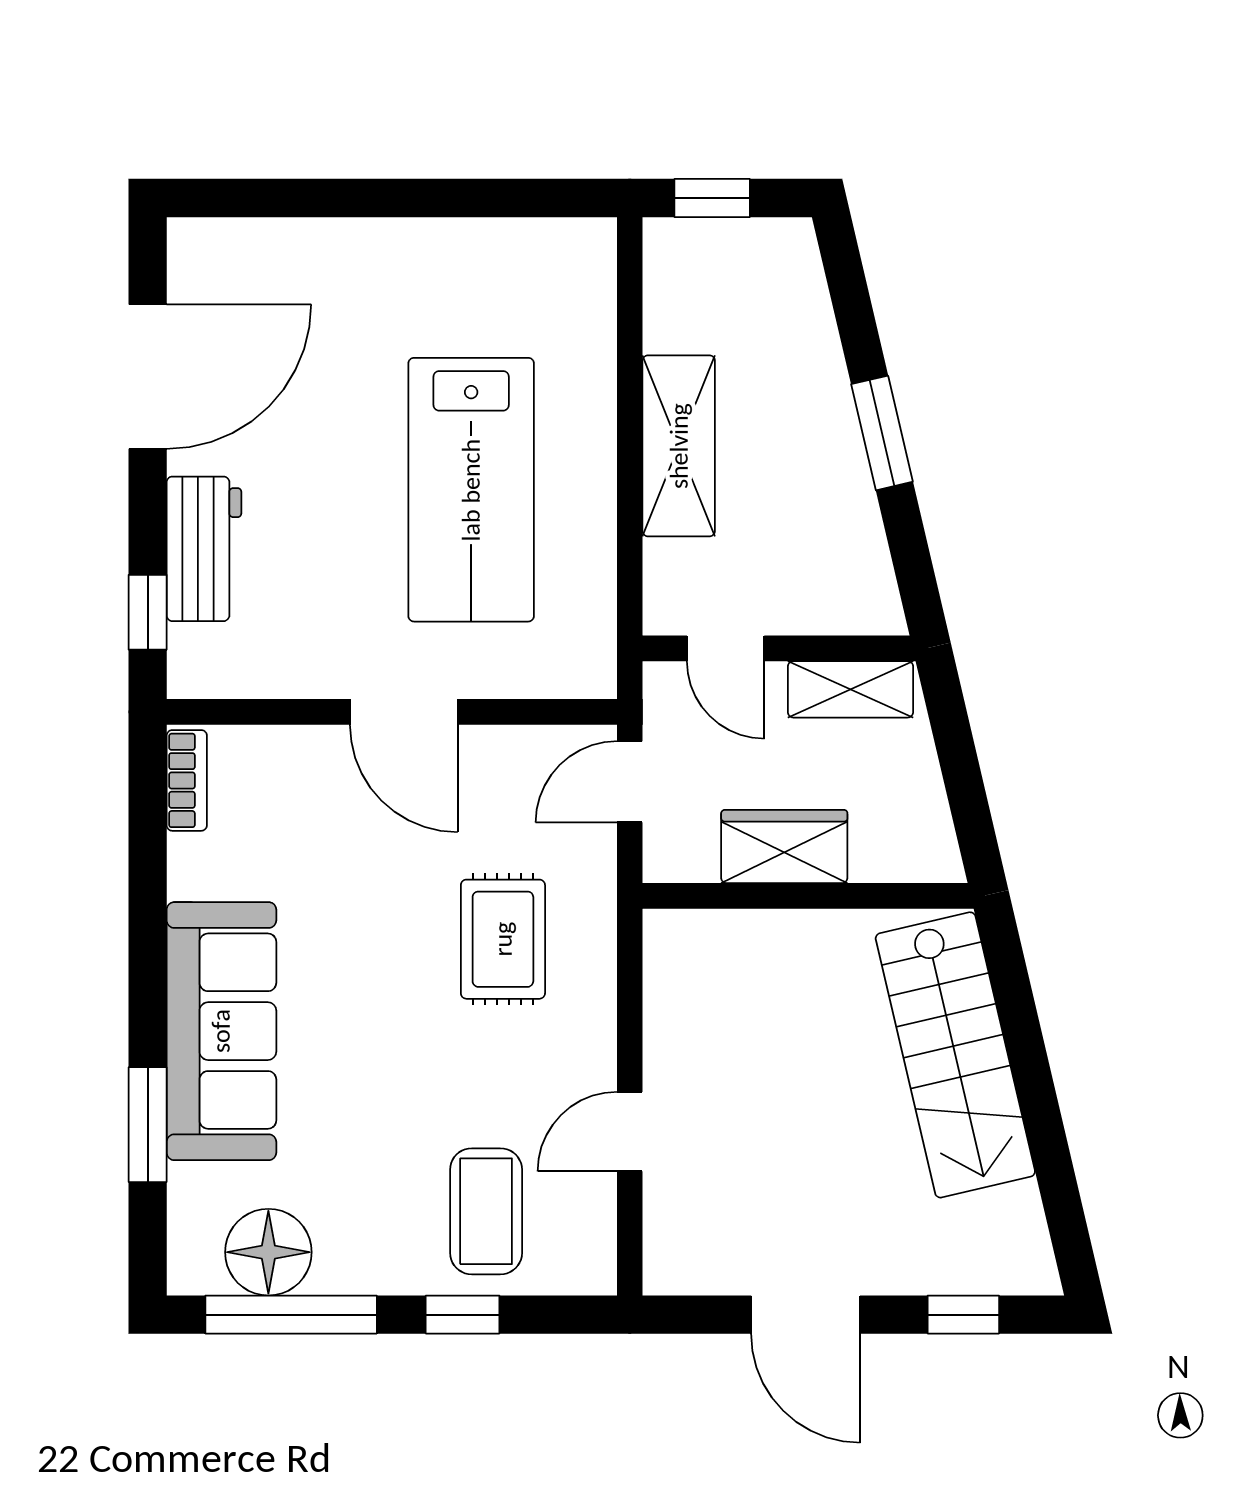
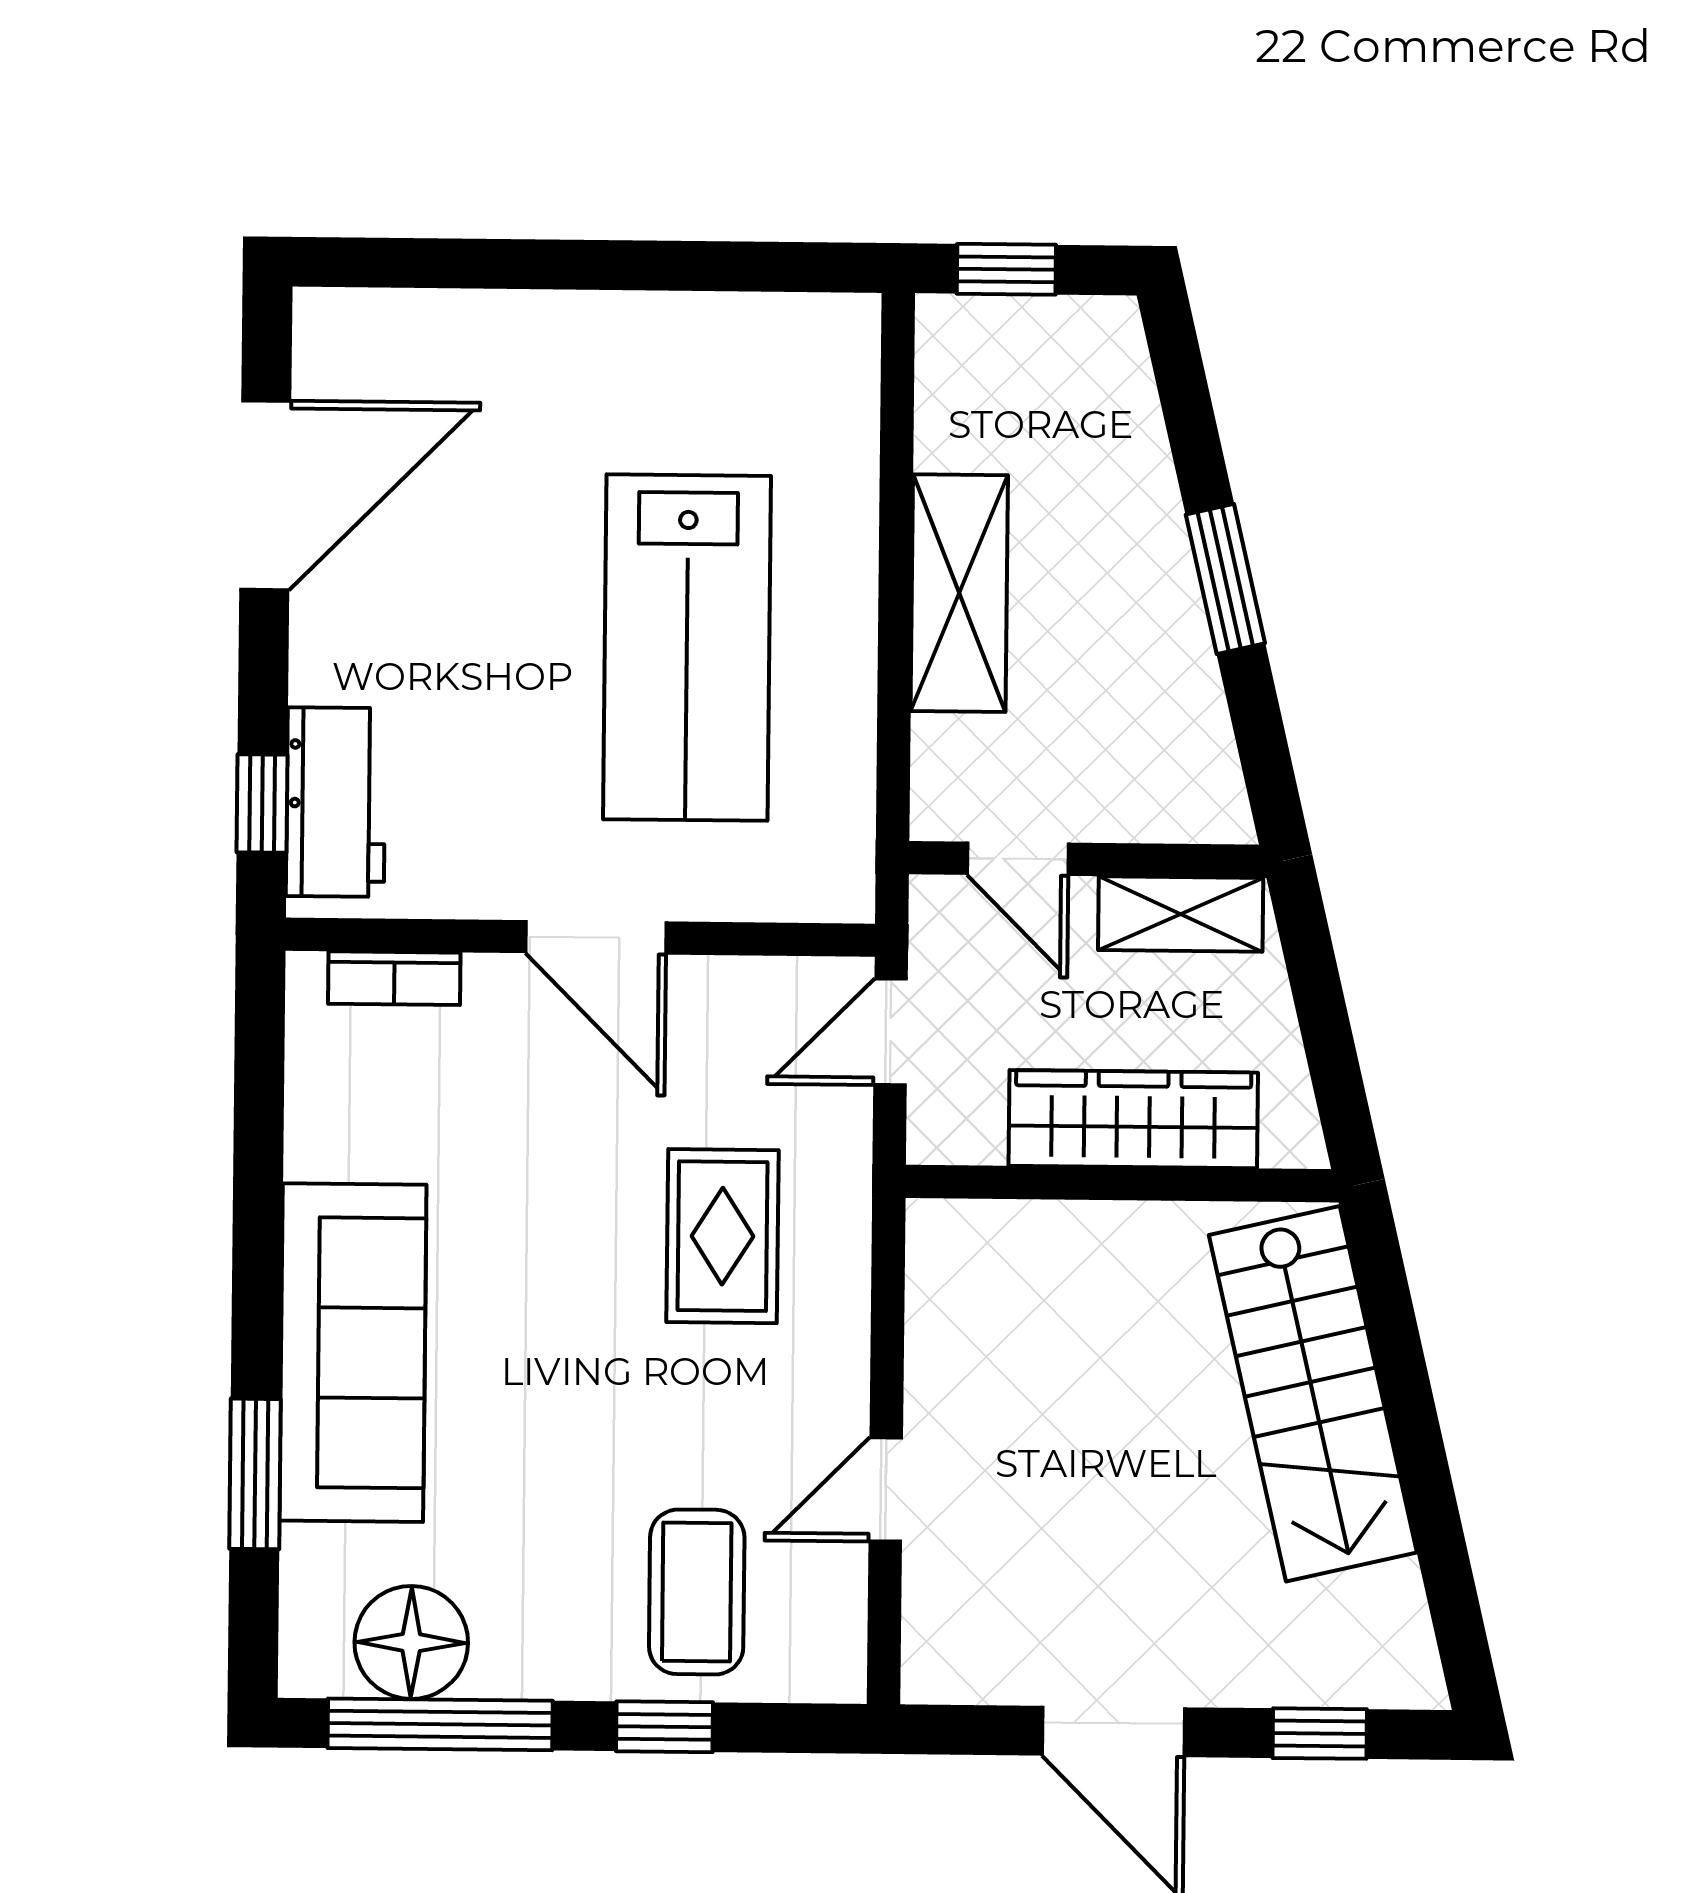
workbench: (204, 549) -> (336, 802), moved
bookcase: (187, 780) -> (394, 978), moved, turned 90
wardrobe: (784, 846) -> (1133, 1119), width x1.50

